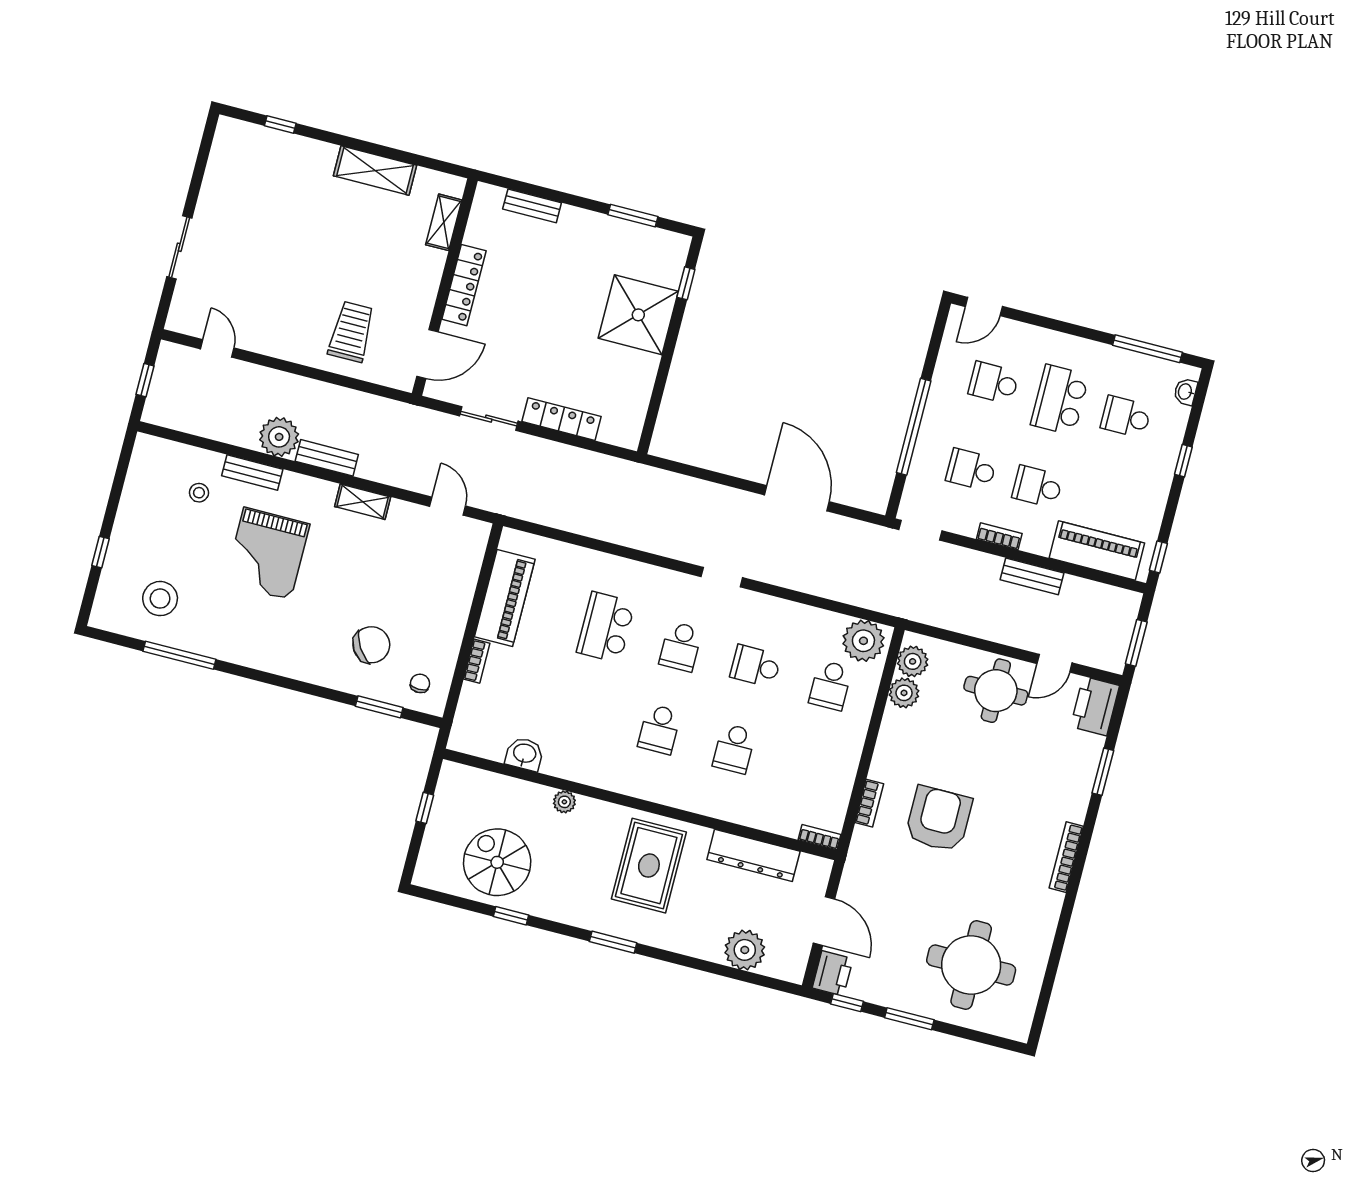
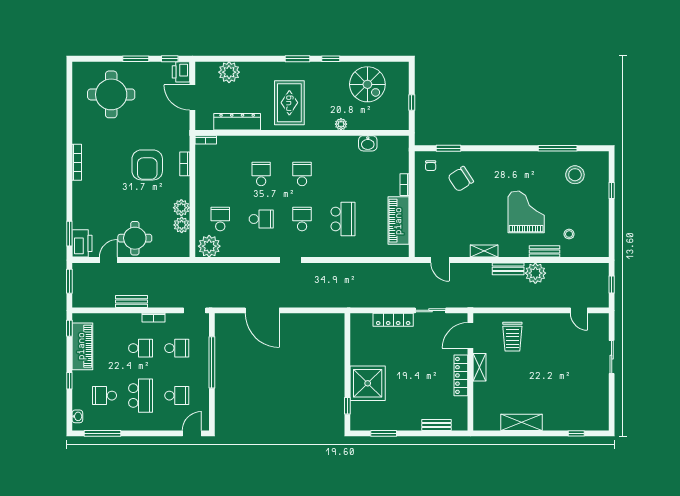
shelving: (444, 222) -> (480, 367), moved
school desk: (1126, 417) -> (104, 396), turned 180
piano: (1097, 550) -> (82, 346), moved, turned -90
plant: (913, 661) -> (181, 208), moved
window: (1103, 772) -> (69, 234), moved
window: (511, 916) -> (331, 59), moved

